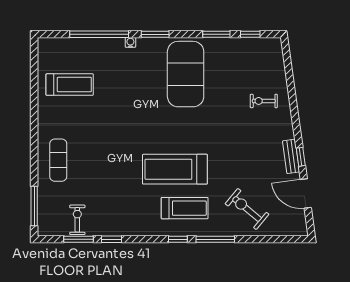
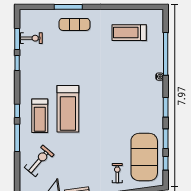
window: (155, 34) -> (166, 107), moved
exercise mat: (186, 74) -> (144, 157), moved, turned 90
treadmill: (70, 85) -> (129, 33), turned 90
treadmill: (175, 169) -> (68, 109), turned 180
window: (34, 206) -> (68, 7), moved

